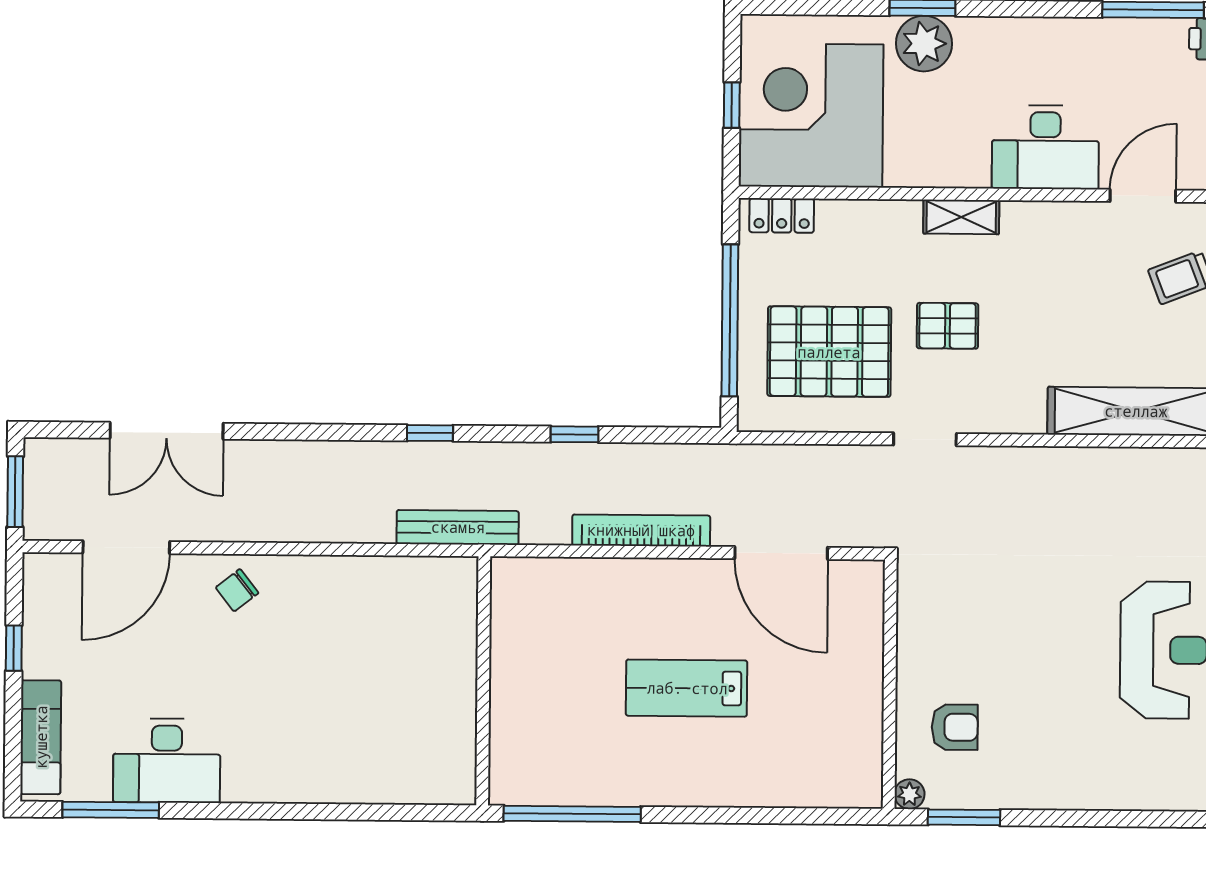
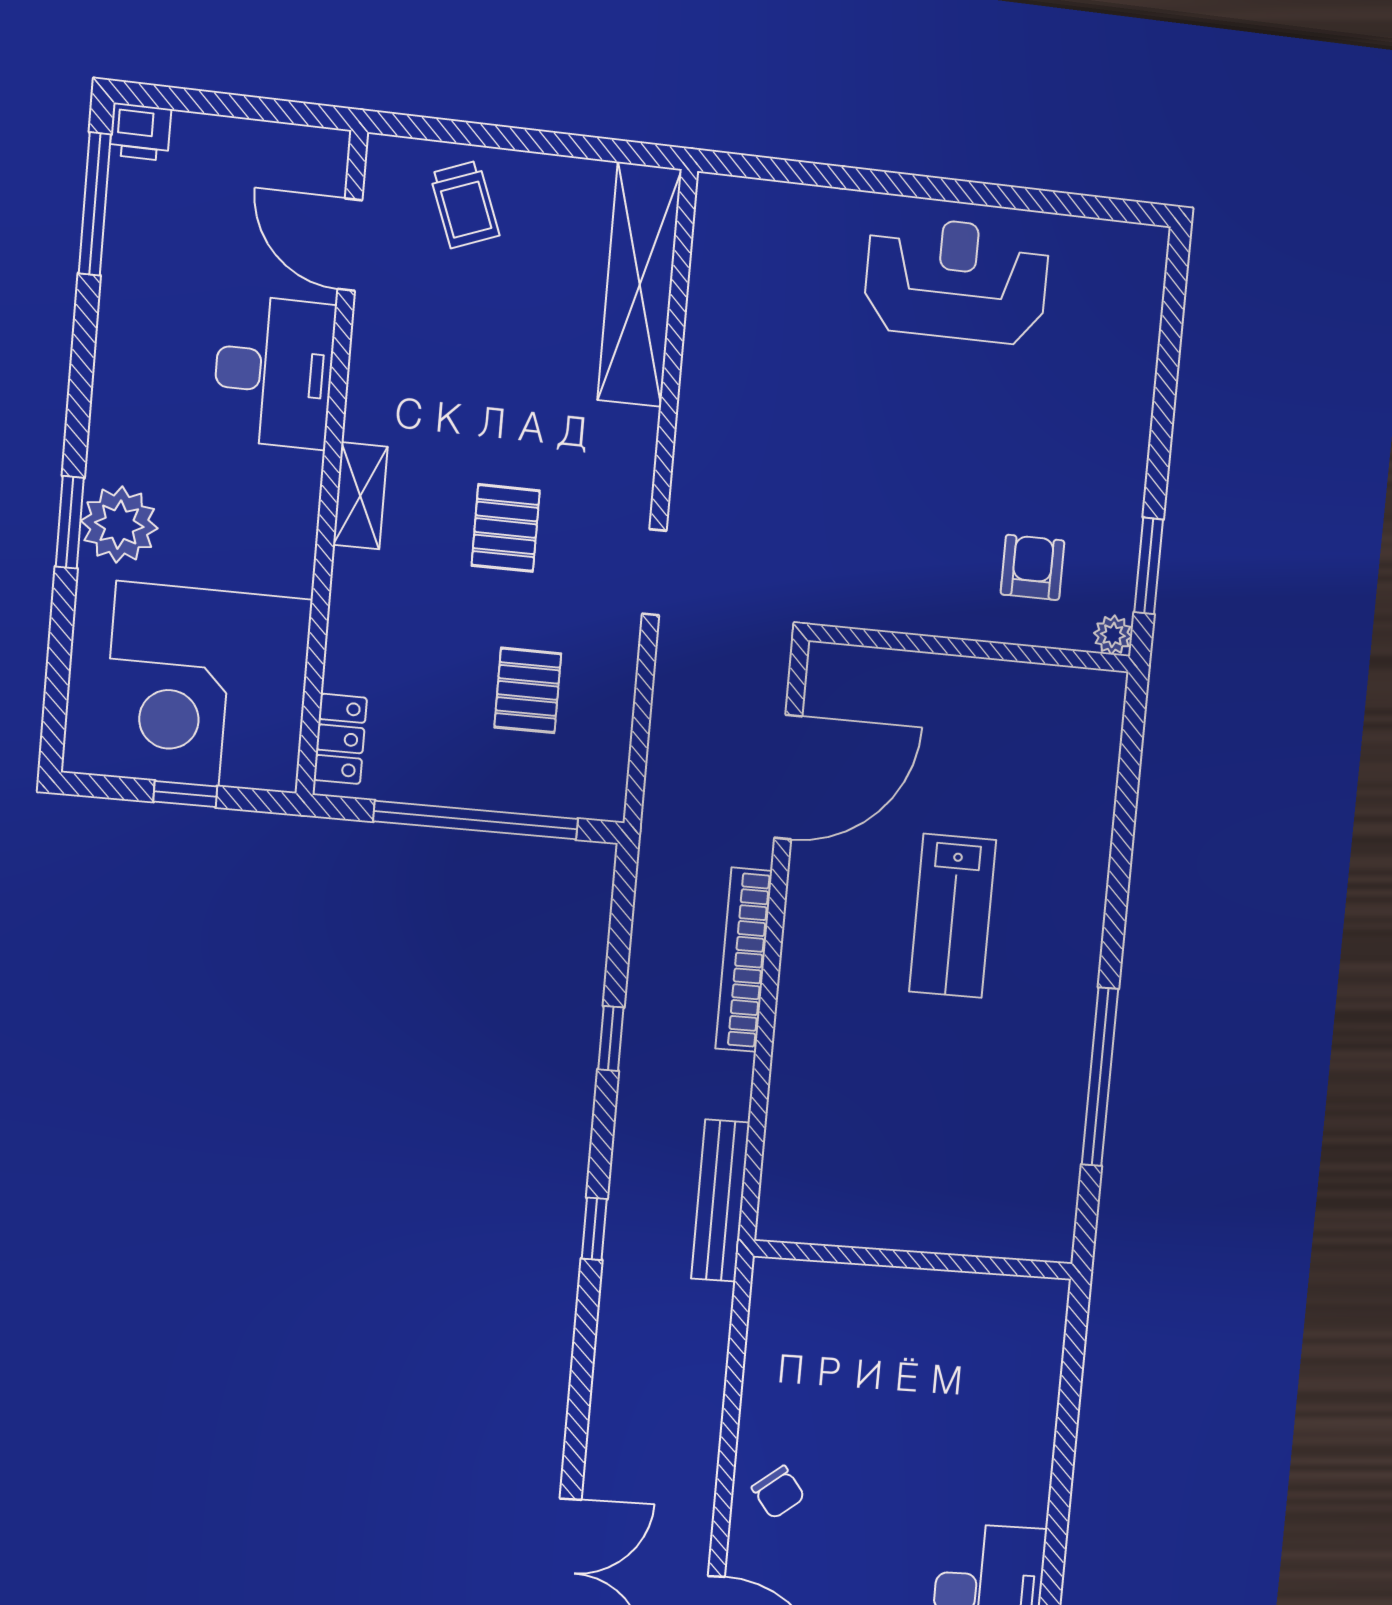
pallet: (829, 352) -> (528, 690), width x0.49, depth x0.50
wall: (483, 681) -> (914, 1260), moved

